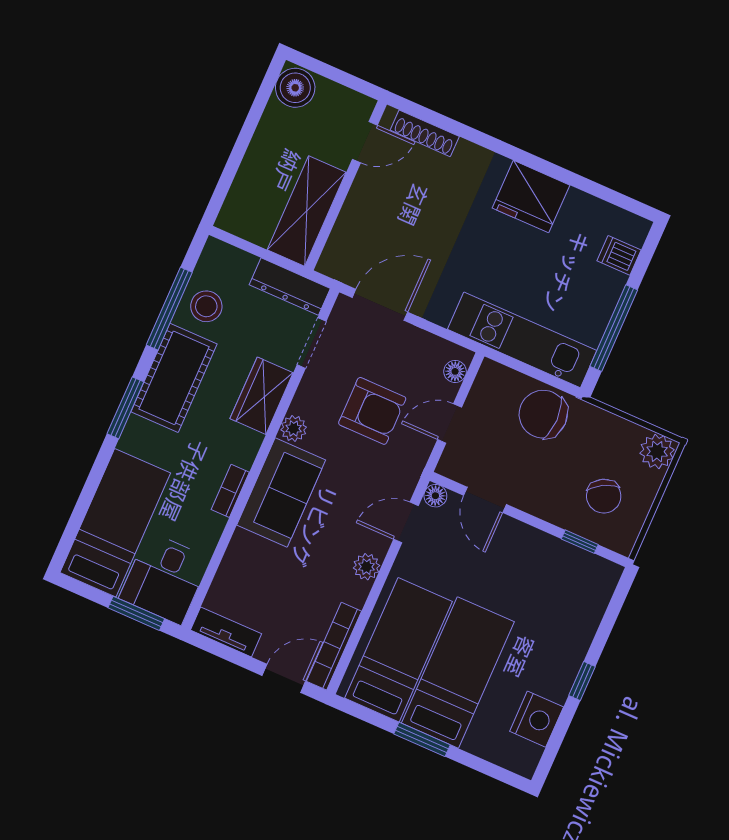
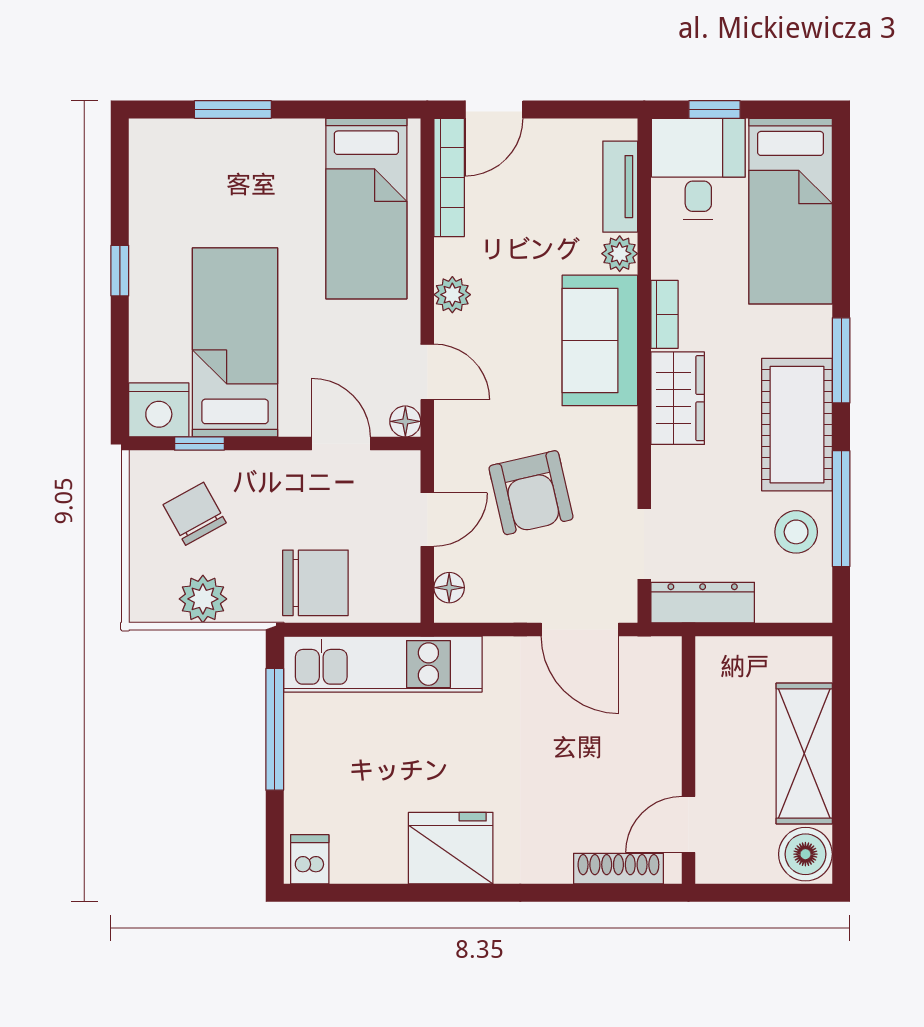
shelving: (307, 211) -> (804, 754), moved
dishwasher: (619, 255) -> (310, 859), moved, turned -90
door: (380, 305) -> (580, 629), hinge flipped
wardrobe: (262, 396) -> (678, 398), moved
armchair: (372, 411) -> (531, 493), turned -103
plant: (294, 429) -> (620, 254), moved
plant: (657, 452) -> (203, 599), moved
door: (406, 522) -> (427, 372), hinge flipped
window: (136, 613) -> (714, 109), width x0.67
tv unit: (226, 632) -> (620, 187), moved, turned 90
bed: (458, 672) -> (235, 342), moved, turned 180
nightstand: (537, 719) -> (159, 410), moved, turned -90
window: (422, 739) -> (233, 109), moved

